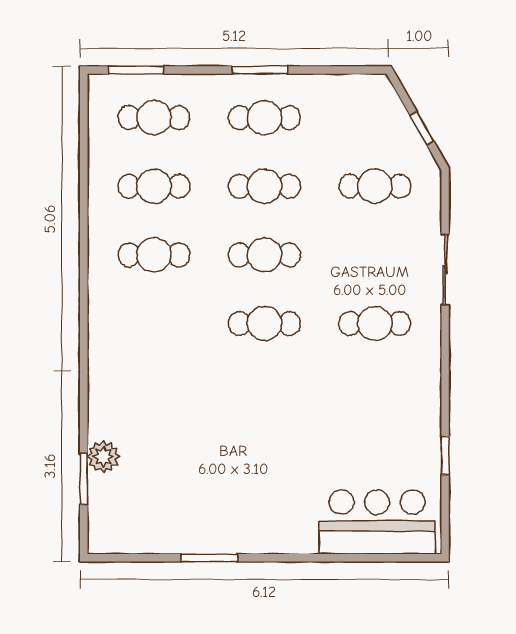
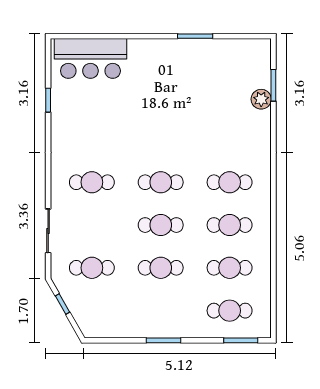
cafe table: (264, 118) -> (230, 182), moved
sliding door: (445, 270) -> (48, 231), moved

